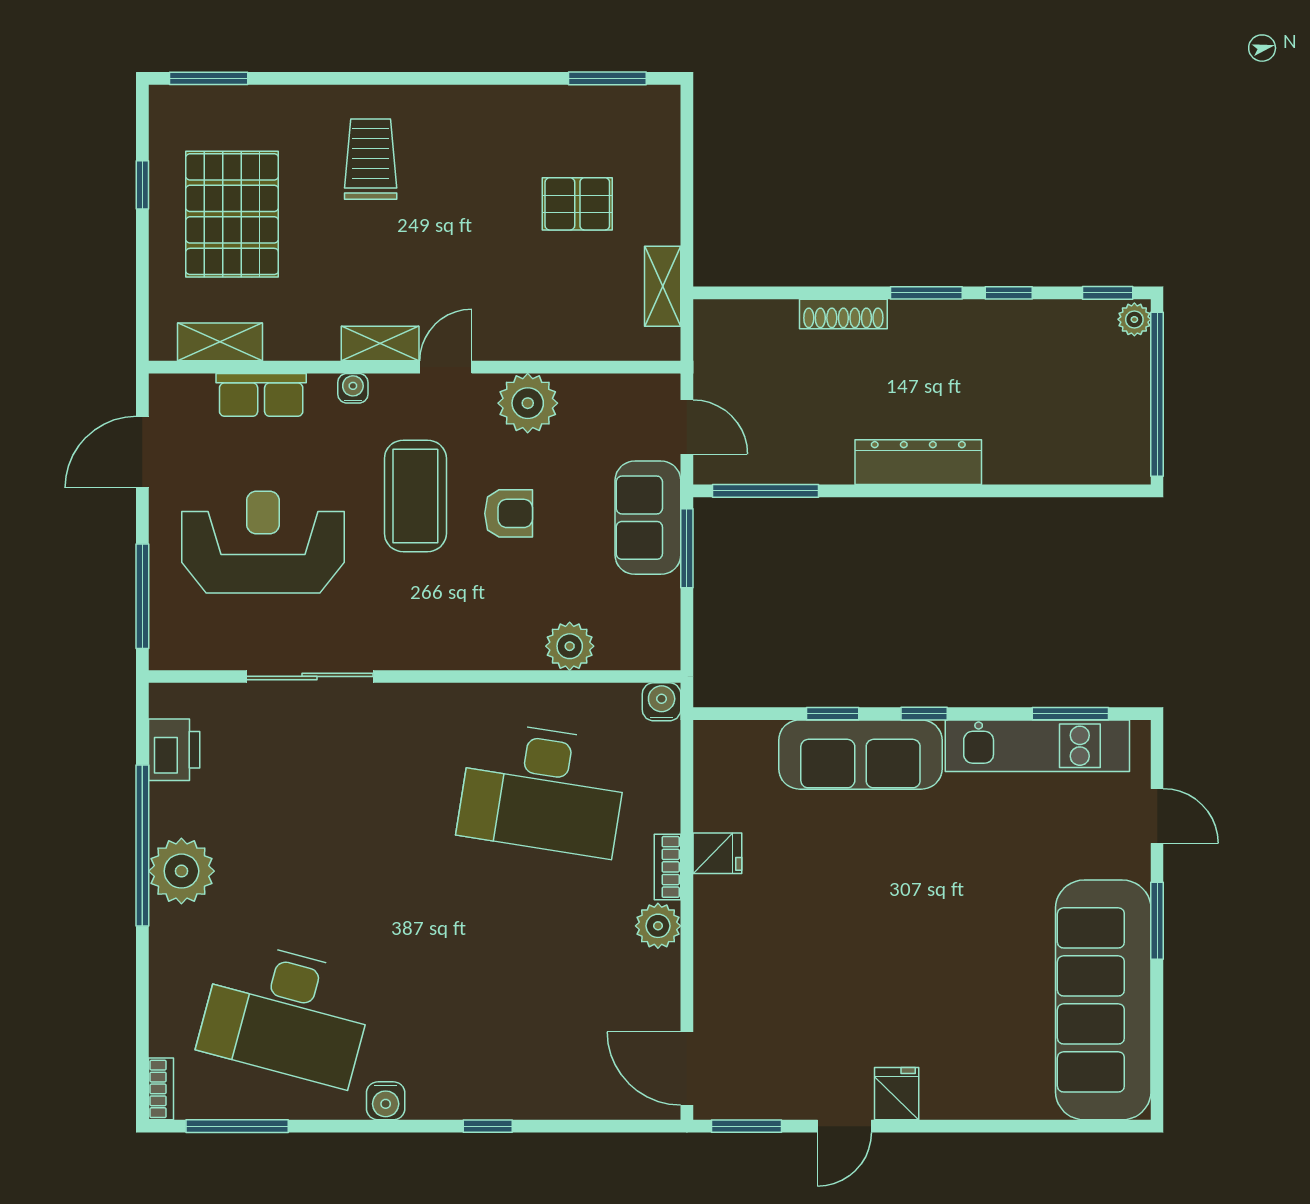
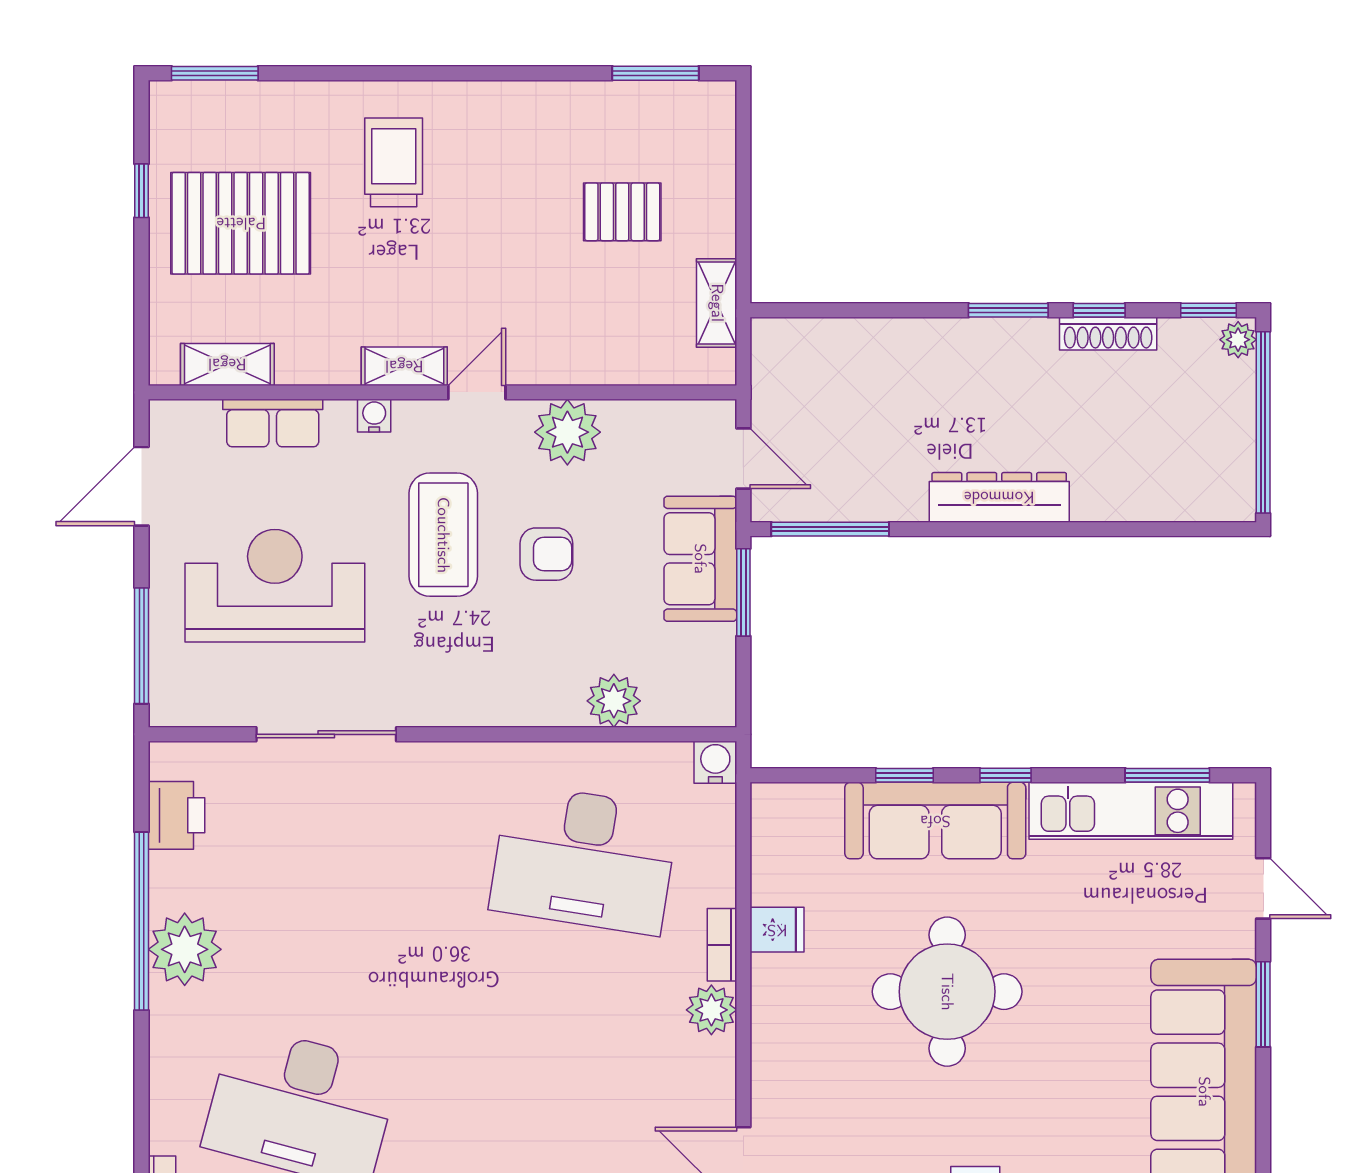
pallet: (232, 214) -> (241, 223), turned 90
shoe rack: (843, 314) -> (1108, 334), moved
round table: (871, 909) -> (947, 992), added

